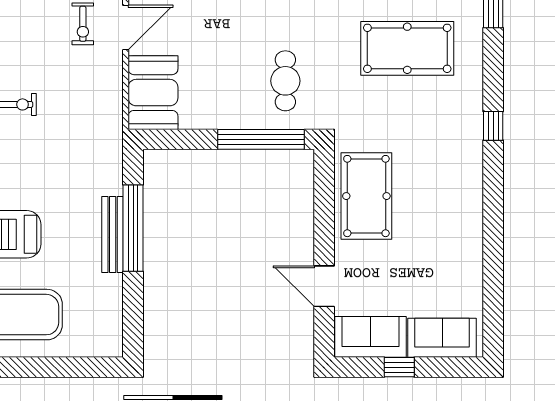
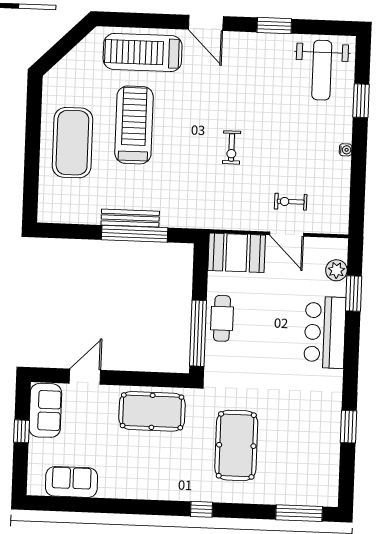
pool table: (407, 48) -> (236, 445), moved
cafe table: (285, 81) -> (222, 318), moved, turned 90
sofa: (442, 338) -> (72, 482), moved, turned -90

